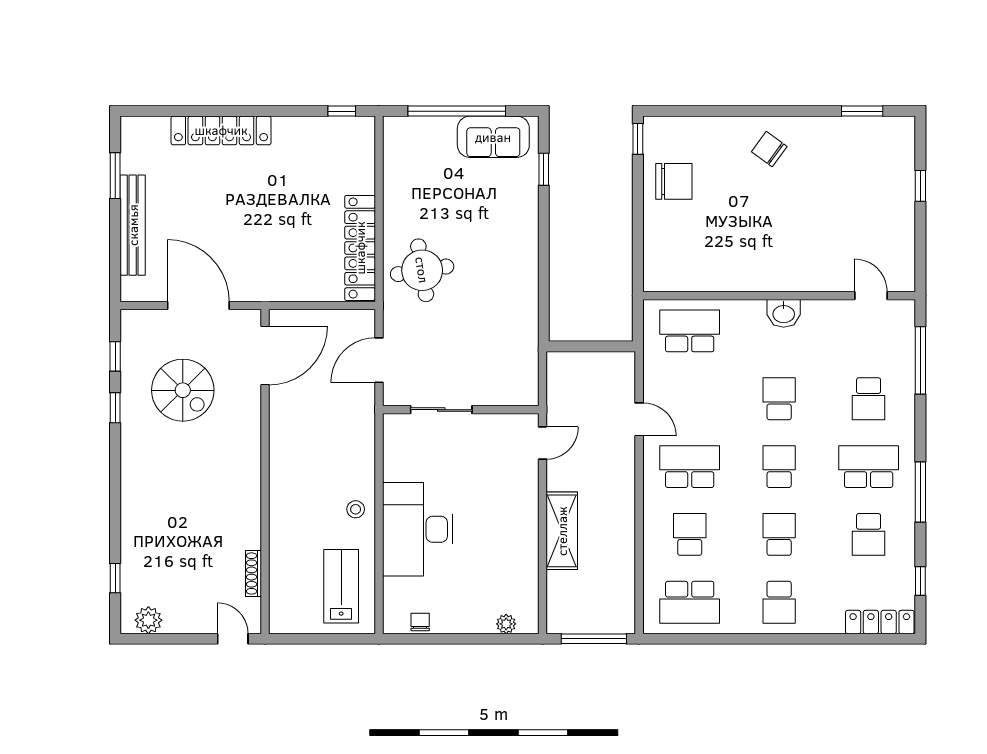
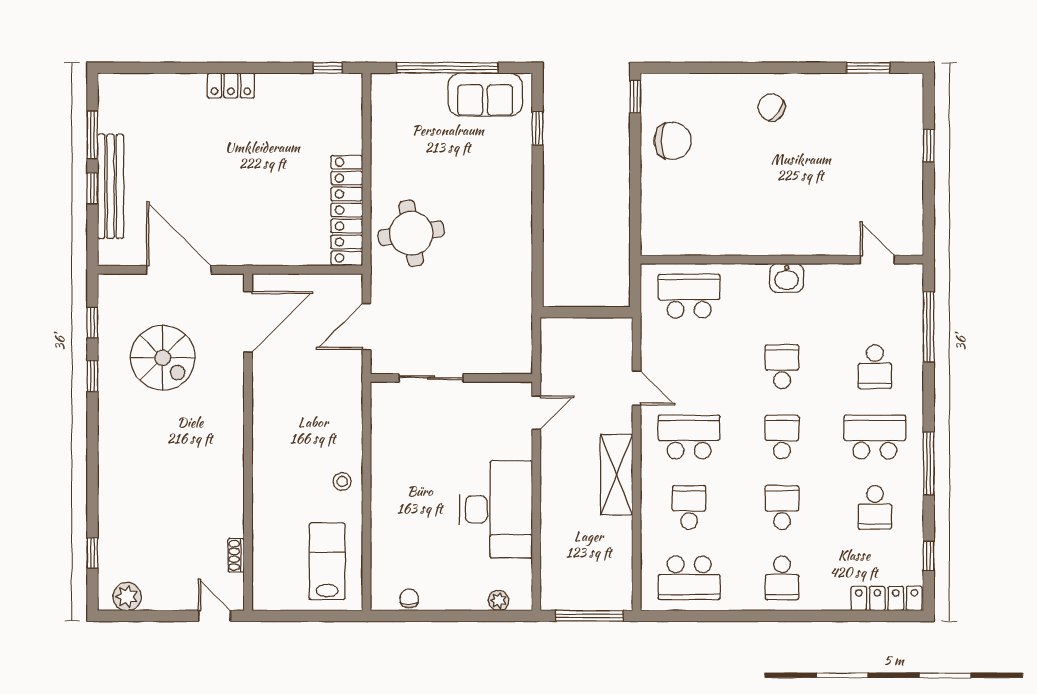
locker: (221, 130) -> (231, 85), width x0.46, depth x0.83
window: (115, 227) -> (92, 188), added
desk: (418, 529) -> (496, 509), moved, turned 180
shelving: (562, 531) -> (617, 475), moved
shoe rack: (253, 573) -> (236, 555), width x0.70

